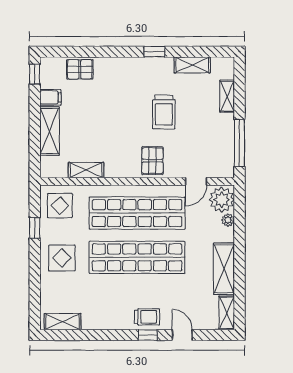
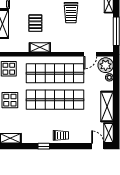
pallet: (152, 161) -> (35, 23), moved
shelving: (86, 170) -> (40, 47), moved
window: (148, 335) -> (44, 146), moved
door: (182, 335) -> (98, 146), moved

